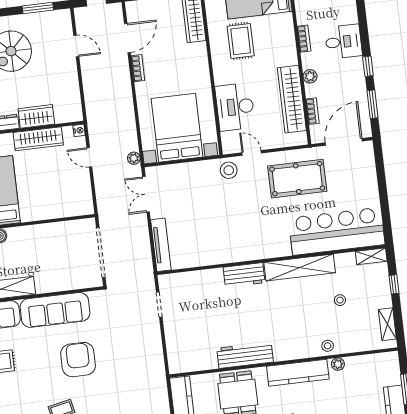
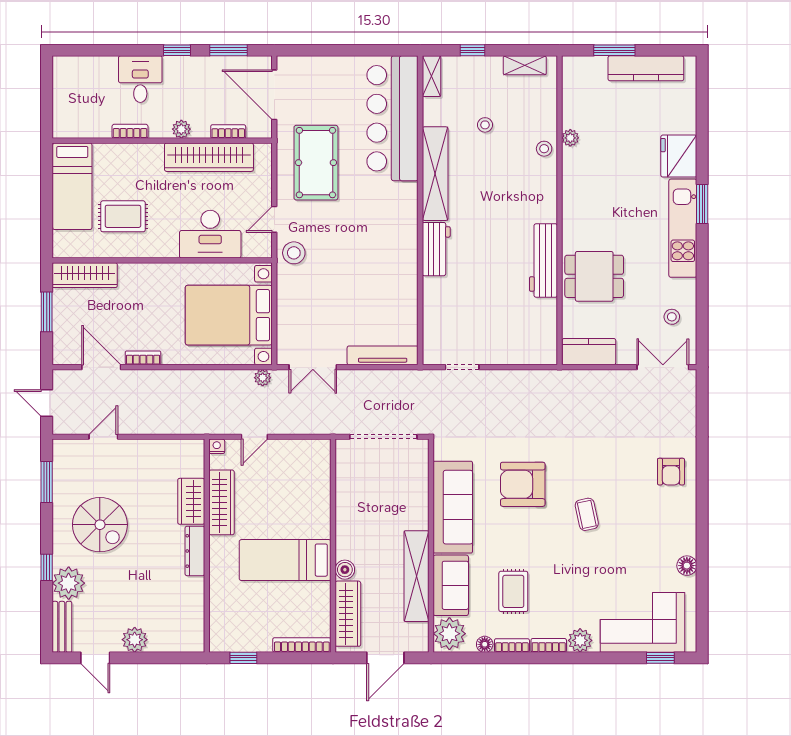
kitchen counter: (298, 373) -> (575, 193), removed

